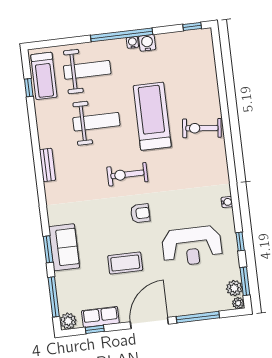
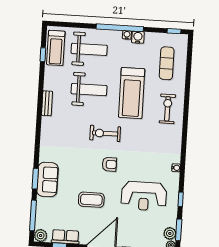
exercise mat: (190, 70) -> (167, 63), added
treadmill: (152, 116) -> (132, 93), turned 180
exercise bike: (202, 128) -> (167, 109), turned 84
bench: (47, 165) -> (47, 103), moved

